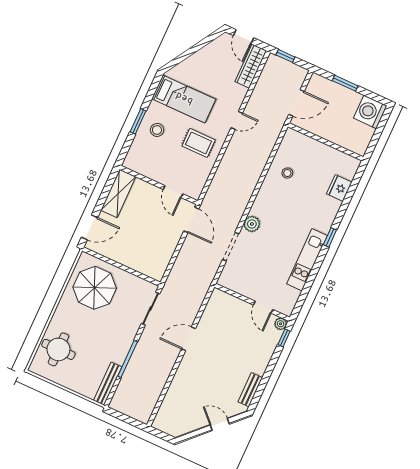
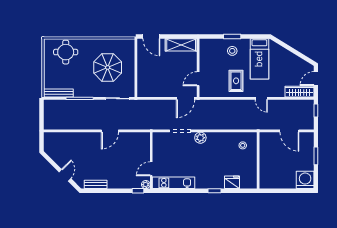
wall: (326, 142) -> (258, 160), moved
fridge: (339, 188) -> (232, 182), moved
kitchen unit: (307, 260) -> (174, 183), moved
parasol: (95, 288) -> (108, 67), moved
door: (189, 339) -> (110, 131), swing flipped

